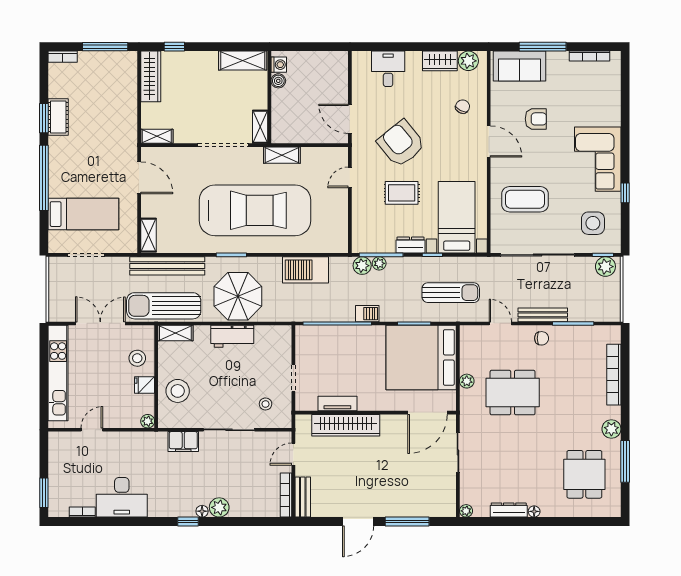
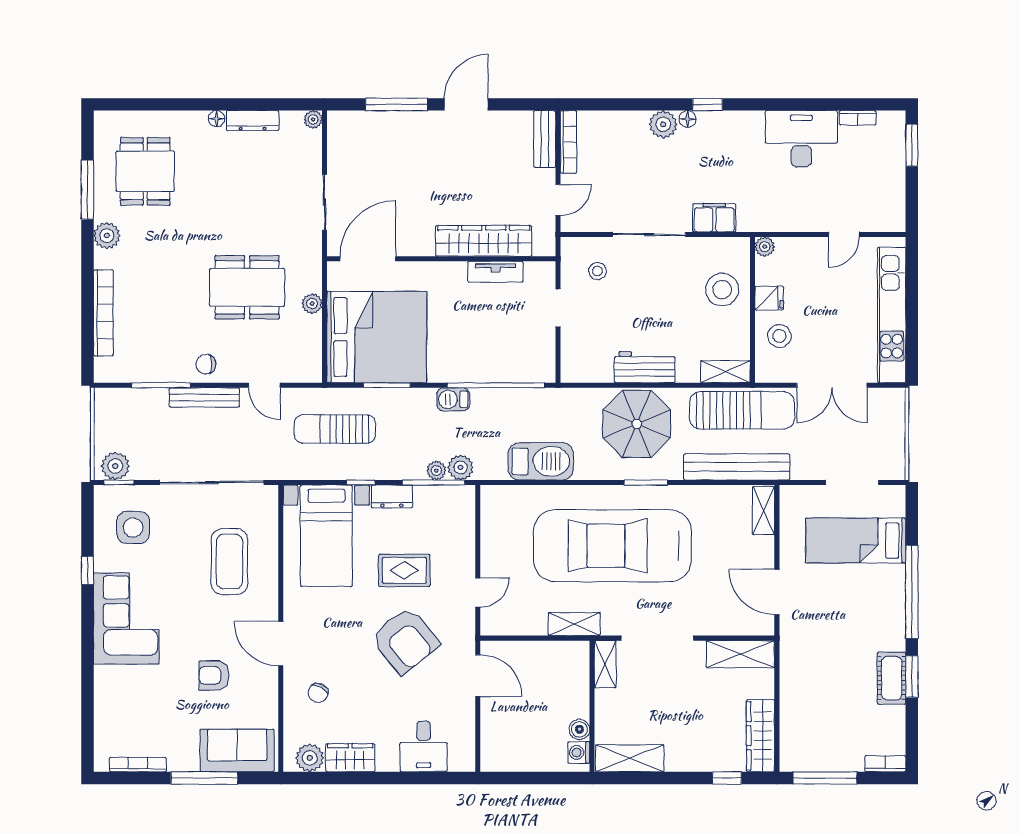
shelving: (157, 136) -> (740, 654), width x1.50, depth x1.33
coffee table: (525, 199) -> (229, 561), turned 90

